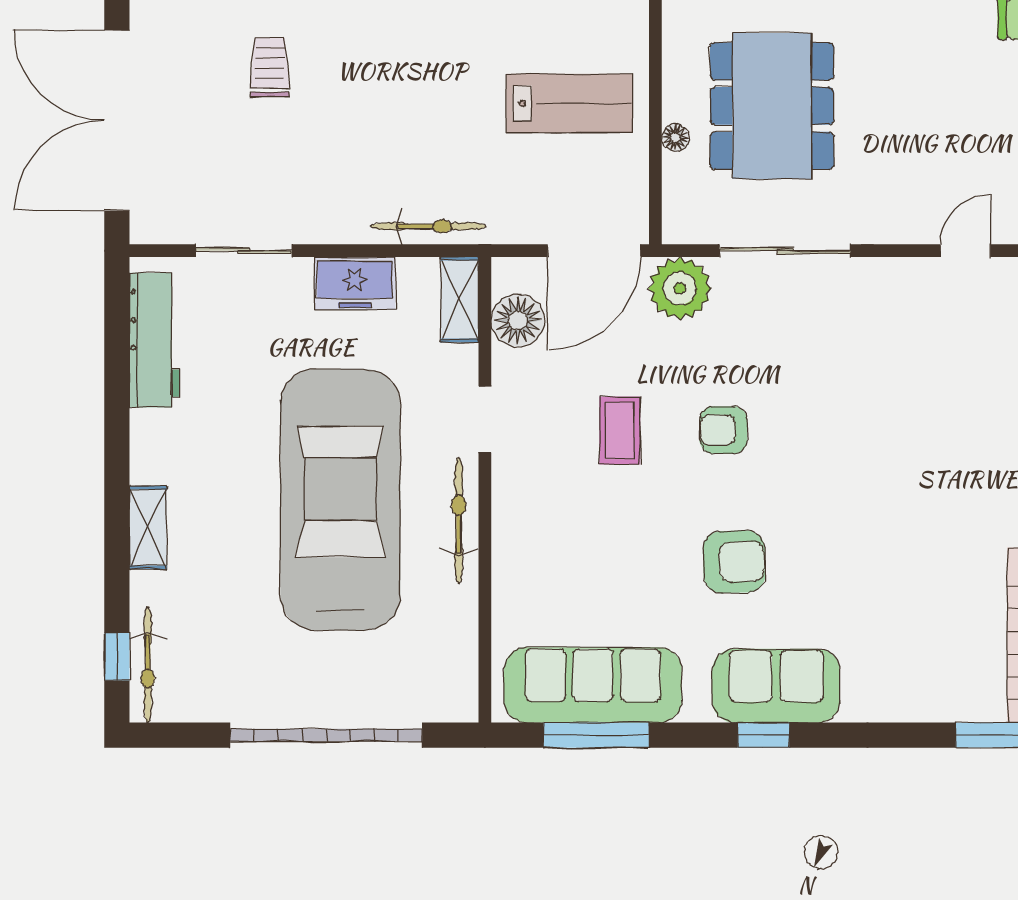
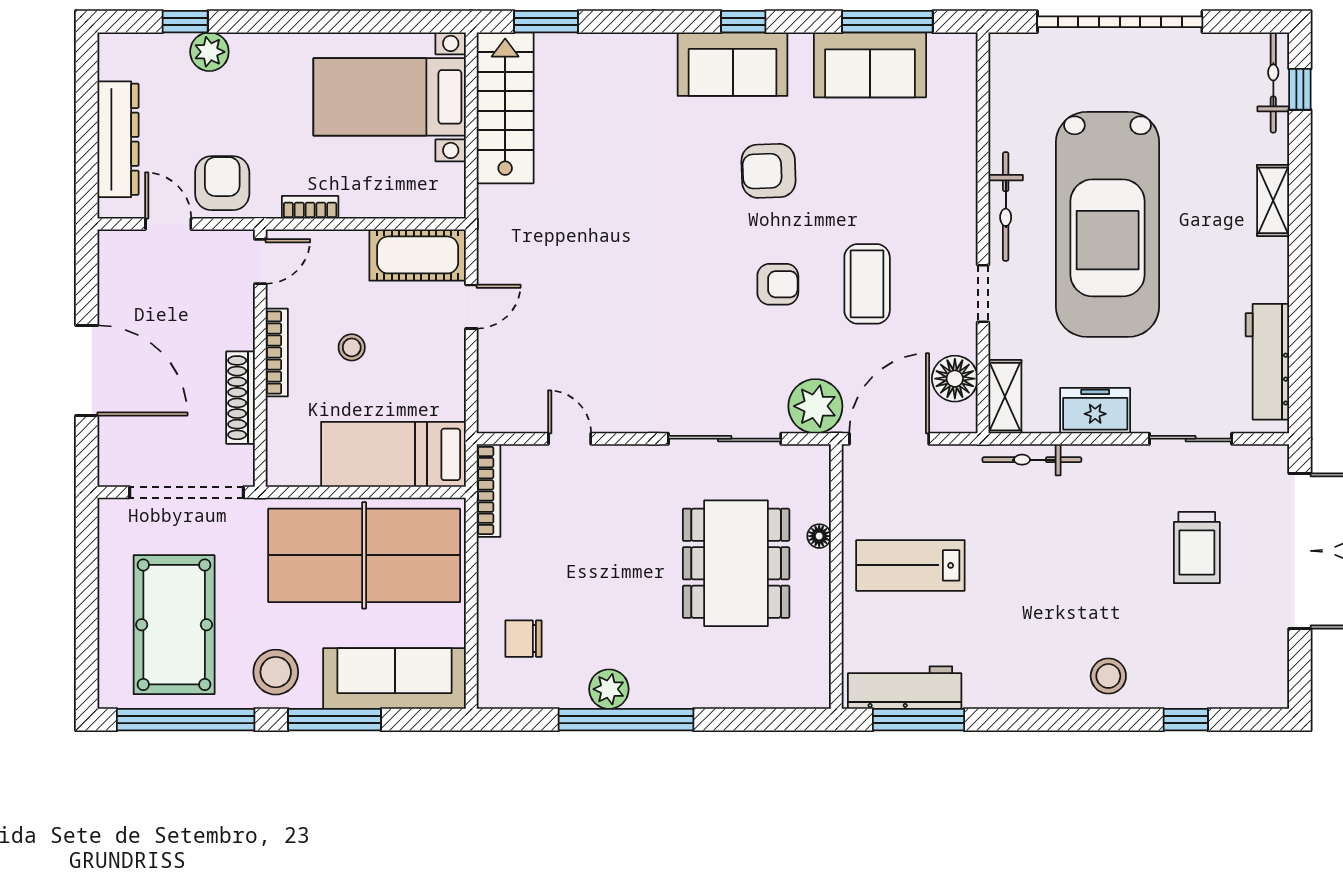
trolley: (270, 67) -> (1197, 548), moved, width x1.36, depth x1.39
door: (965, 251) -> (570, 439), swing flipped
coffee table: (620, 431) -> (867, 284), width x1.36, depth x1.30
sofa: (593, 685) -> (870, 65), width x0.73

